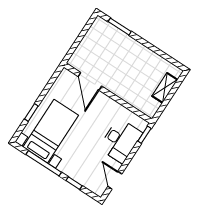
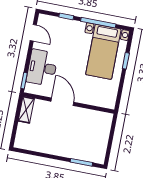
door: (90, 81) -> (62, 102), moved
shelving: (165, 88) -> (26, 110), moved

